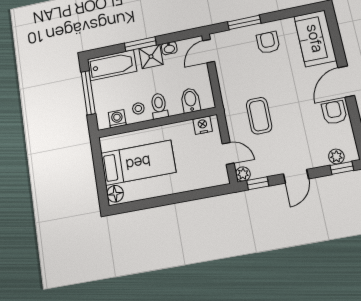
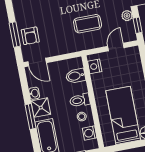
armchair: (268, 43) -> (30, 36), moved, turned -90
plant: (243, 174) -> (127, 16), moved

